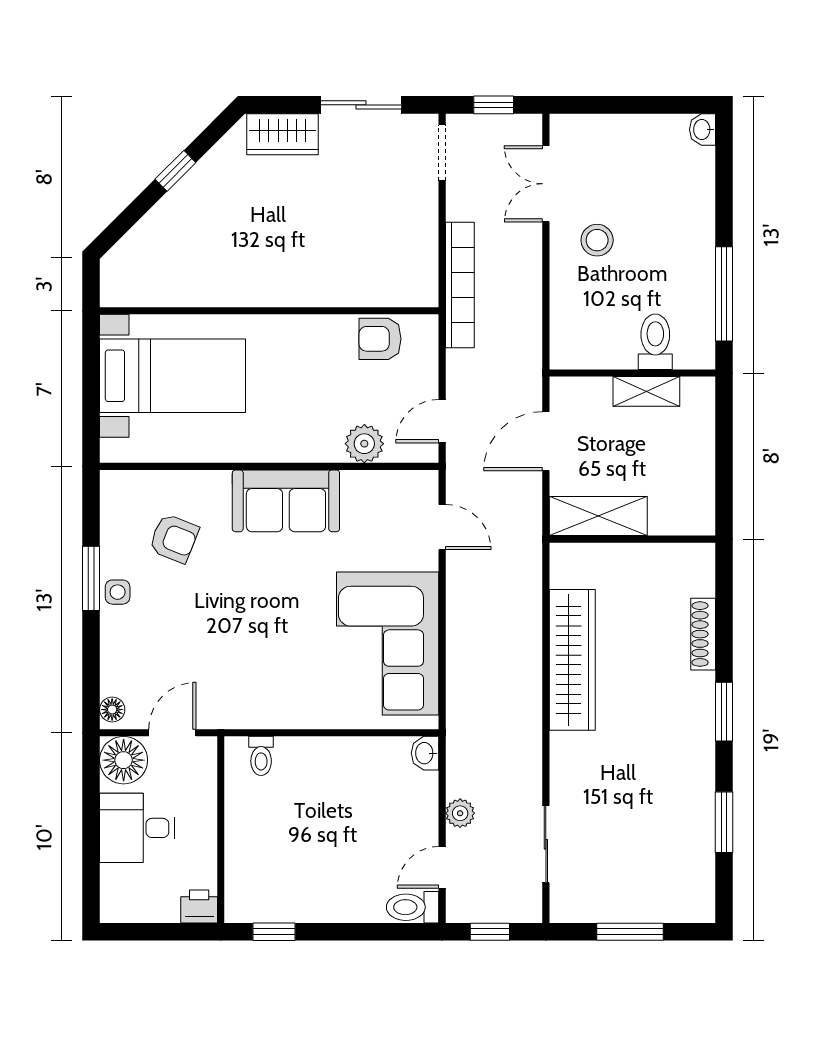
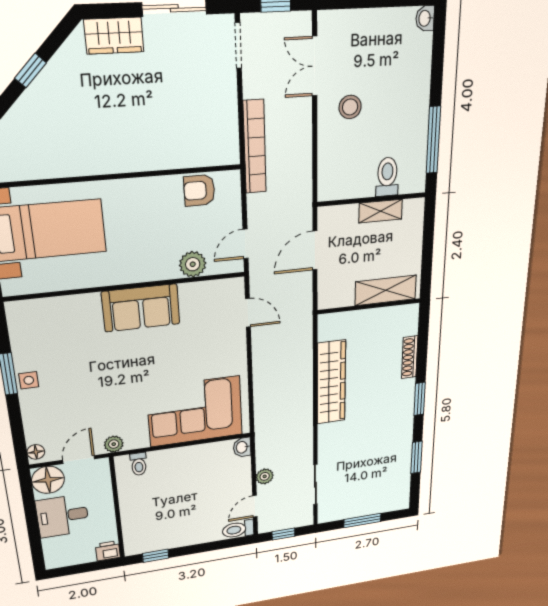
shelving: (598, 516) -> (386, 290), moved
armchair: (174, 538) -> (64, 341), removed
corner sofa: (388, 643) -> (195, 411), moved, turned 90
plant: (227, 715) -> (114, 444), added

